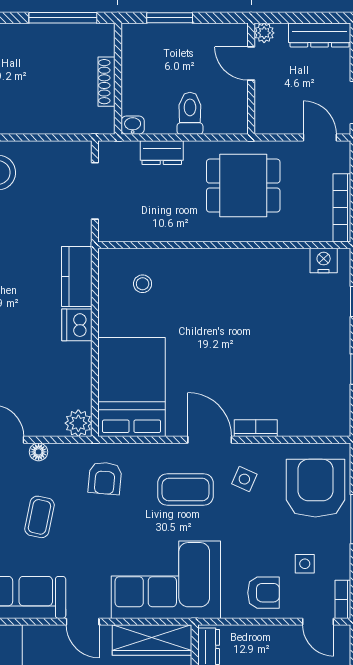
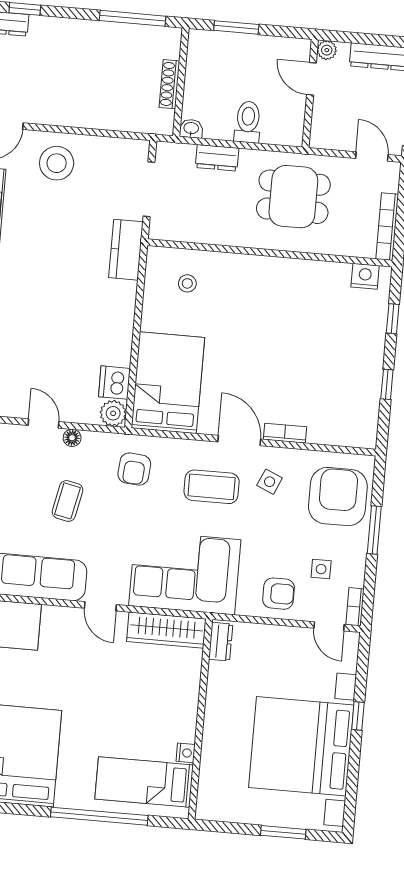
kitchen counter: (77, 277) -> (126, 250), moved
dishwasher: (77, 325) -> (114, 383), moved

